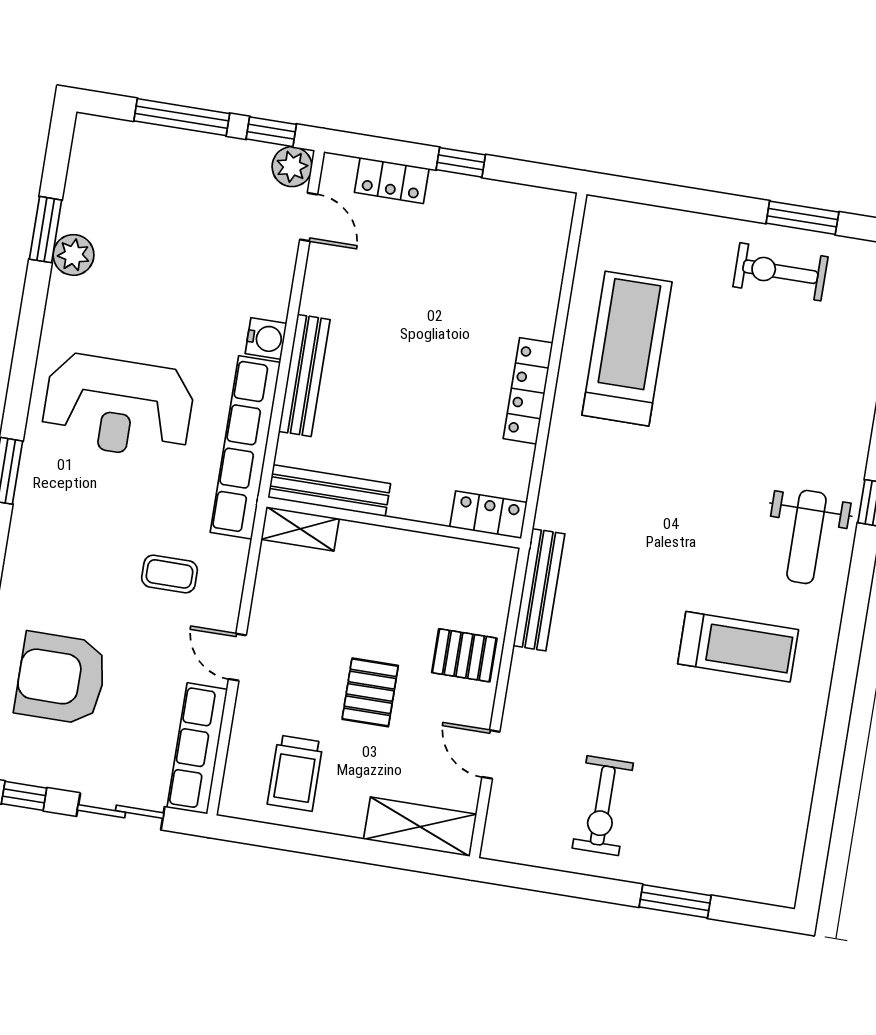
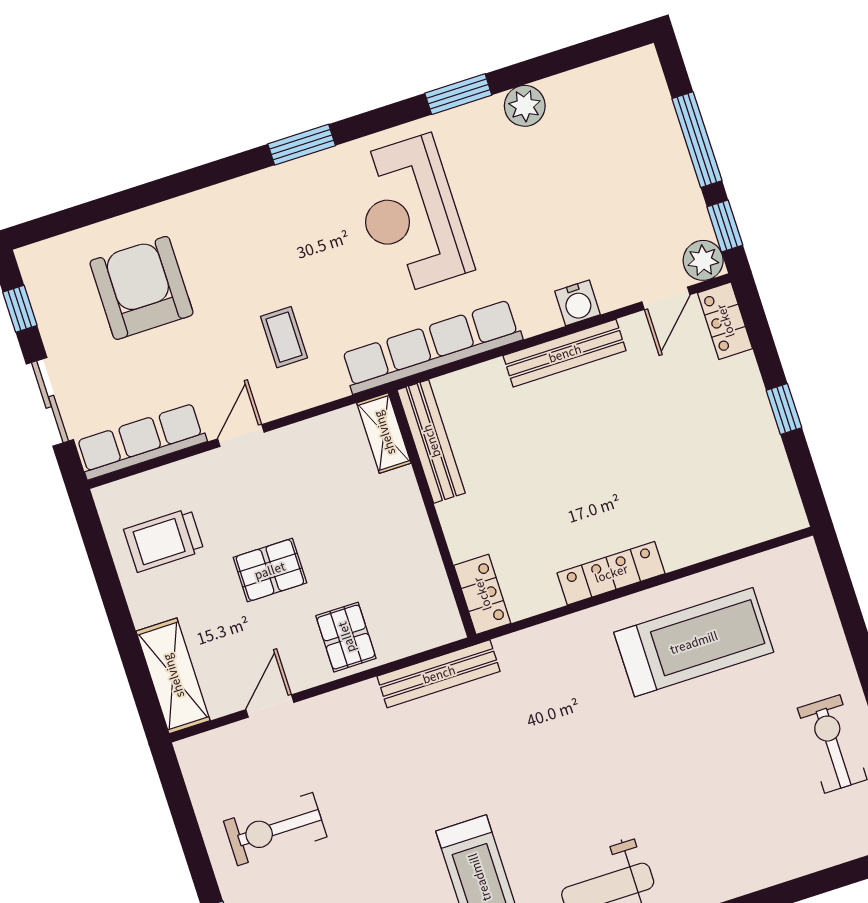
locker: (392, 180) -> (725, 321), moved
window: (46, 230) -> (458, 94), moved
water cooler: (266, 338) -> (577, 303), moved
bench: (304, 375) -> (565, 353), moved

